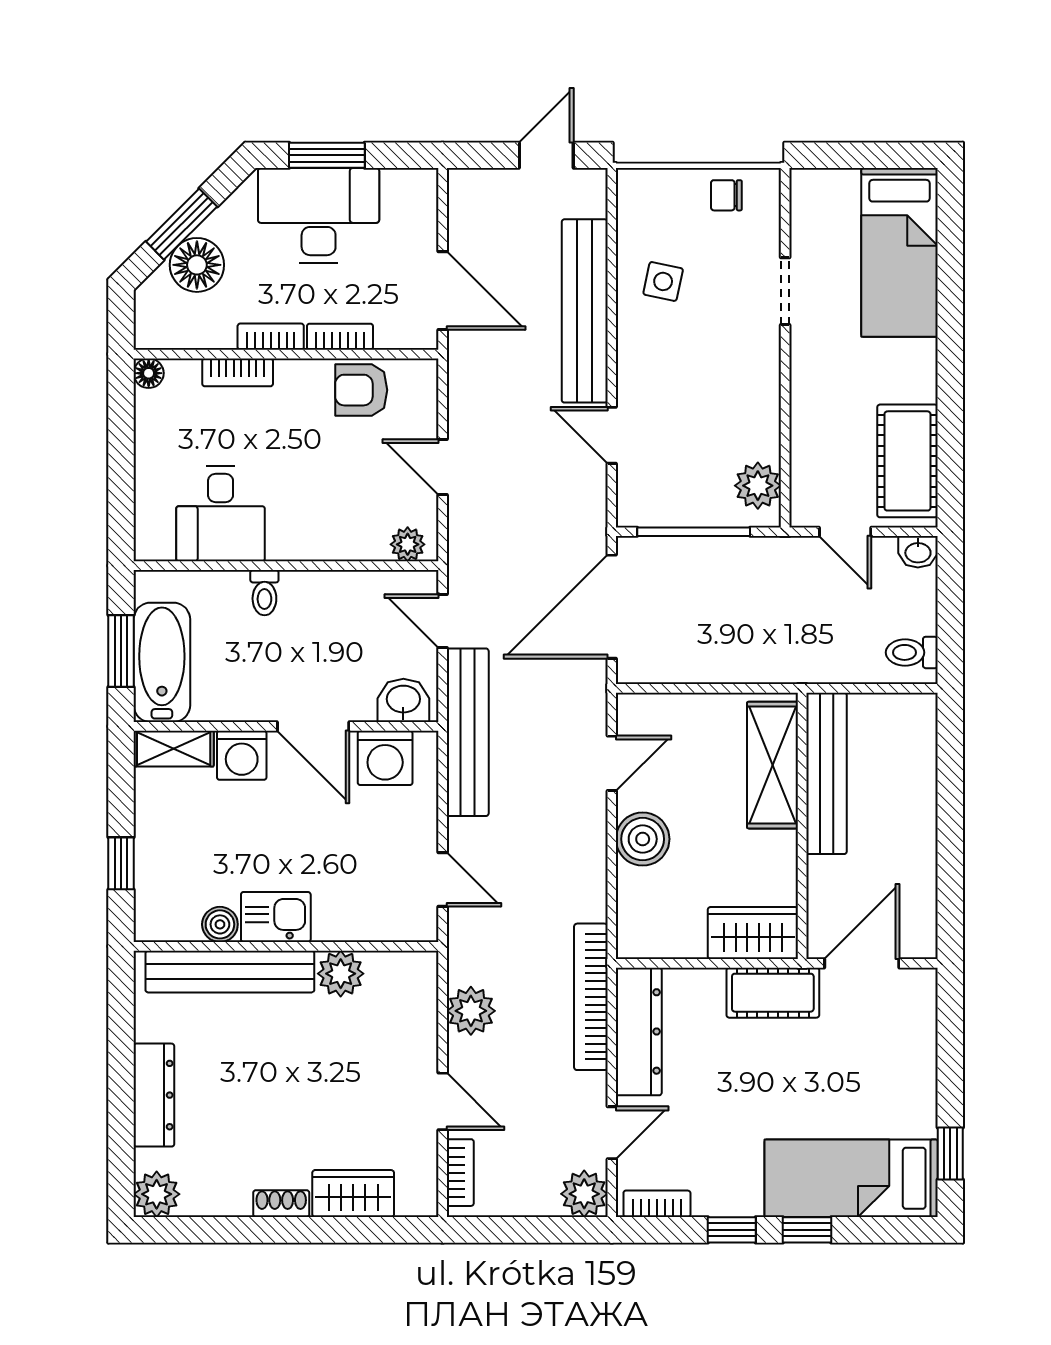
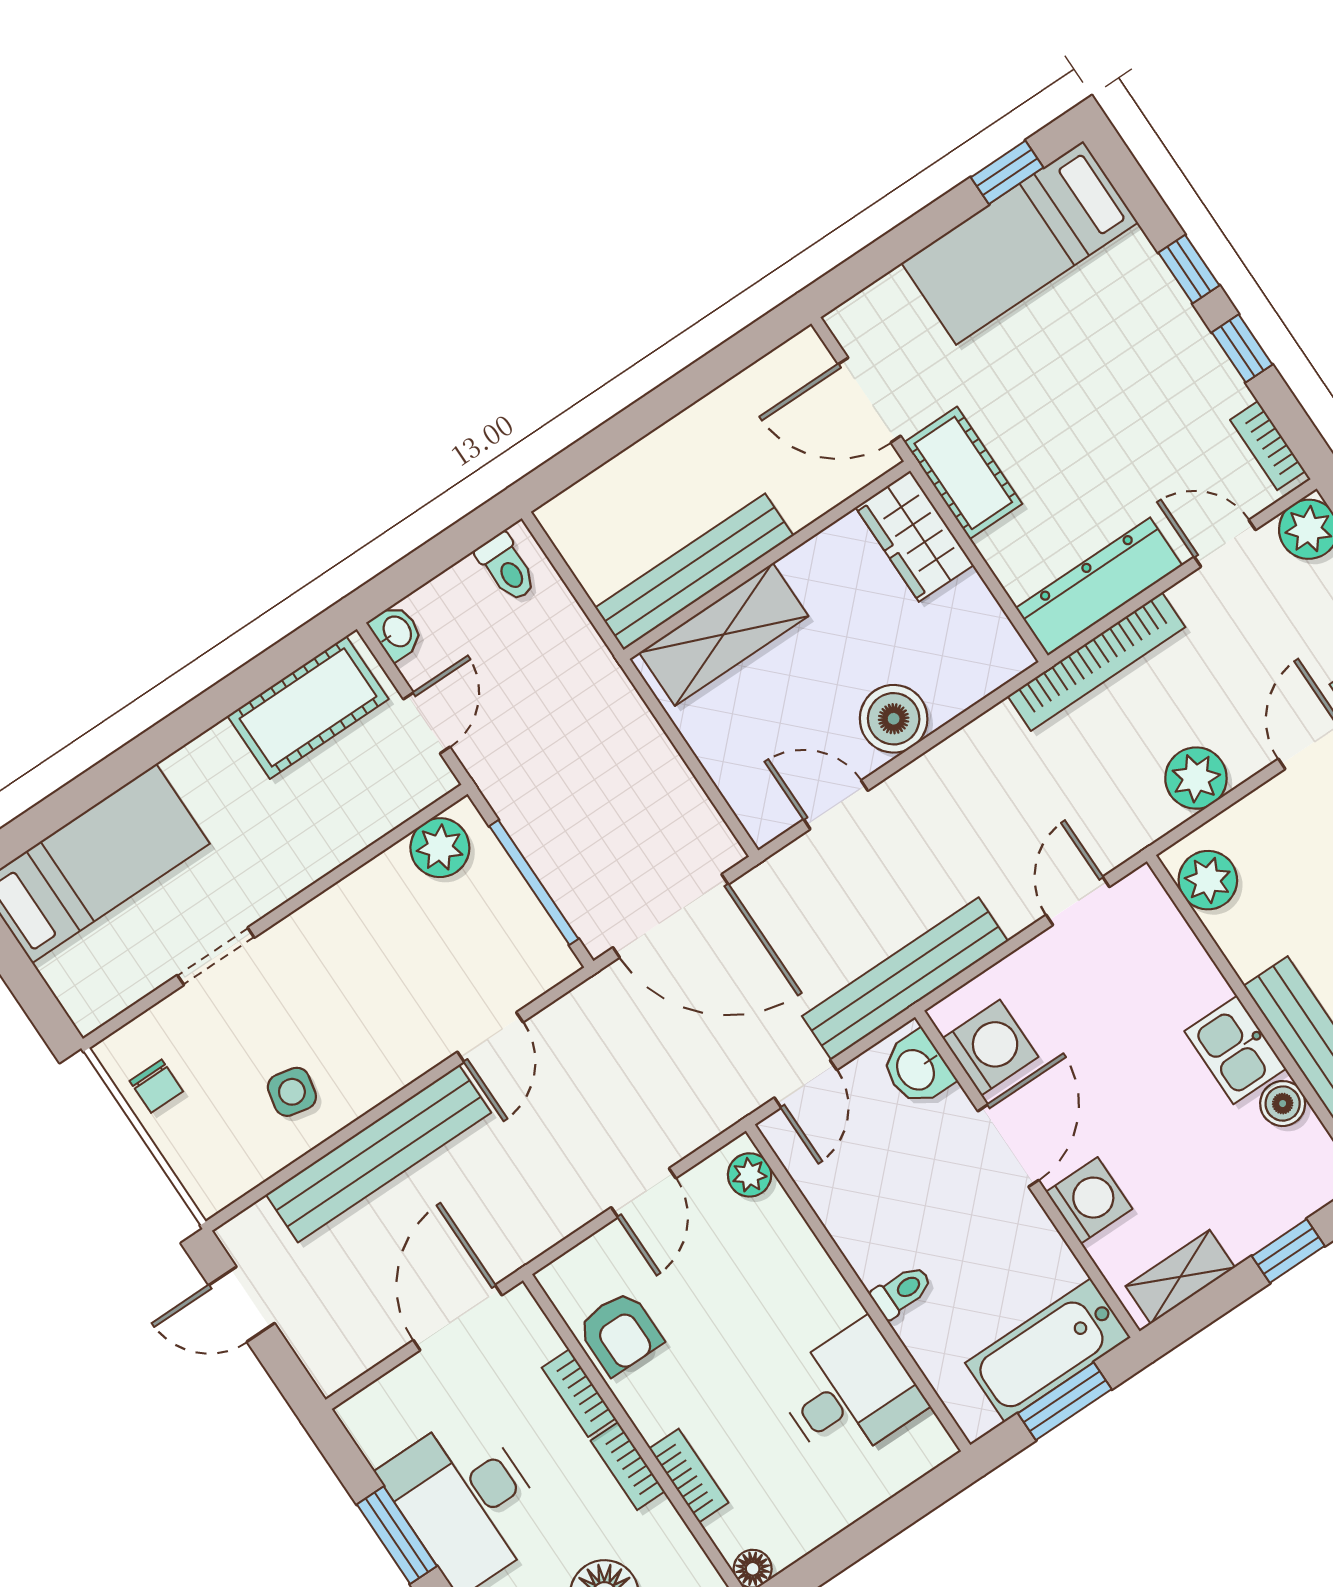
shelving: (174, 749) -> (1180, 1277), moved, turned 90
plant: (341, 974) -> (1208, 880), moved
bed: (851, 1178) -> (1020, 243), moved, turned 90

